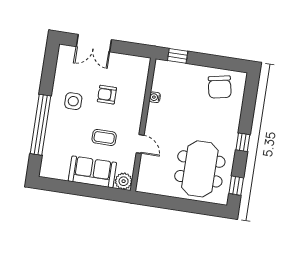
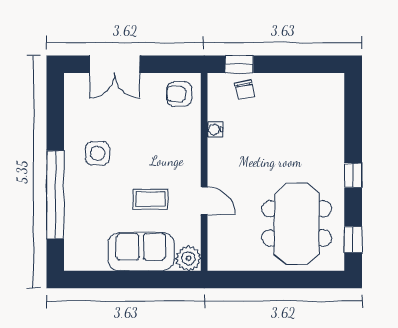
chair: (220, 87) -> (245, 90), moved, width x0.54, depth x0.54
armchair: (107, 95) -> (179, 94), moved

